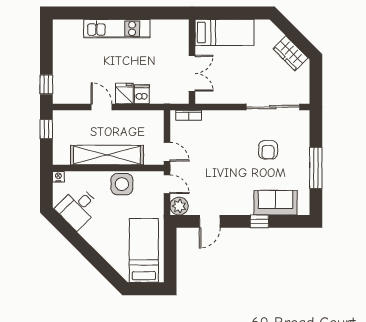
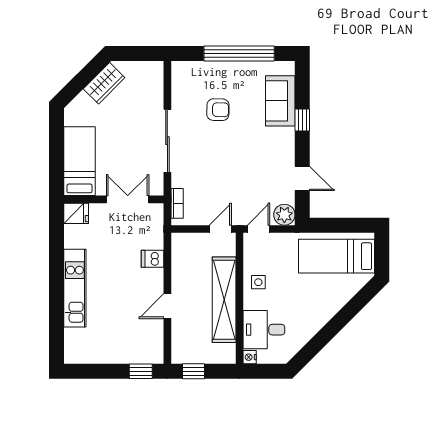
fridge: (124, 94) -> (76, 213), moved, turned 180
sliding door: (273, 107) -> (167, 141), moved
window: (316, 168) -> (239, 53), width x1.46
side table: (122, 184) -> (258, 282), width x0.54, depth x0.54
desk: (78, 208) -> (264, 330), moved, turned 135

